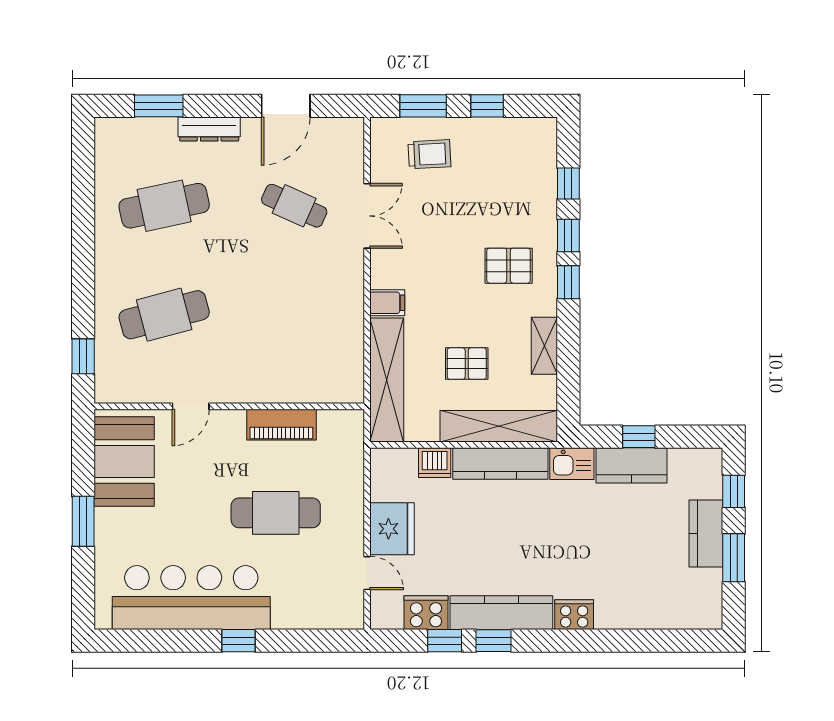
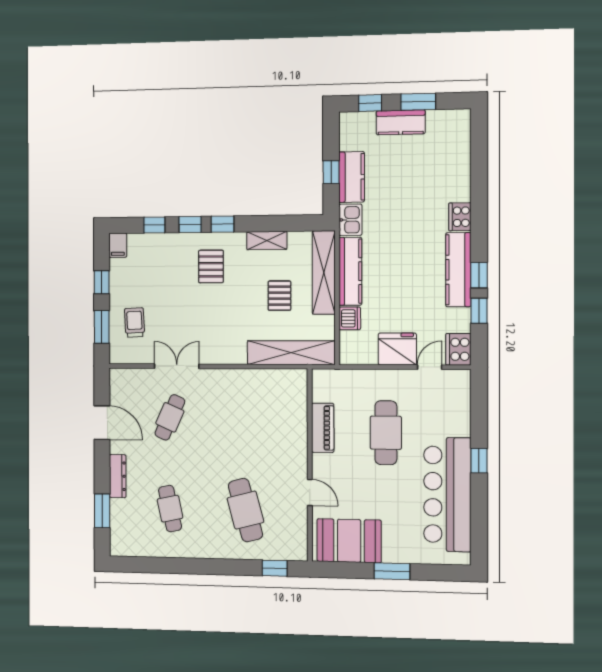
cafe table: (164, 206) -> (170, 509), width x0.73, depth x0.74
filing cabinet: (387, 303) -> (118, 245), moved, turned 180
cooker: (426, 613) -> (458, 349), moved

